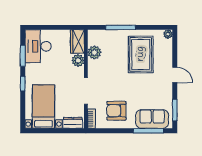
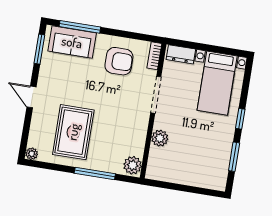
wardrobe: (77, 42) -> (157, 164), removed
desk: (38, 46) -> (211, 166), removed
plant: (94, 52) -> (133, 165), moved

